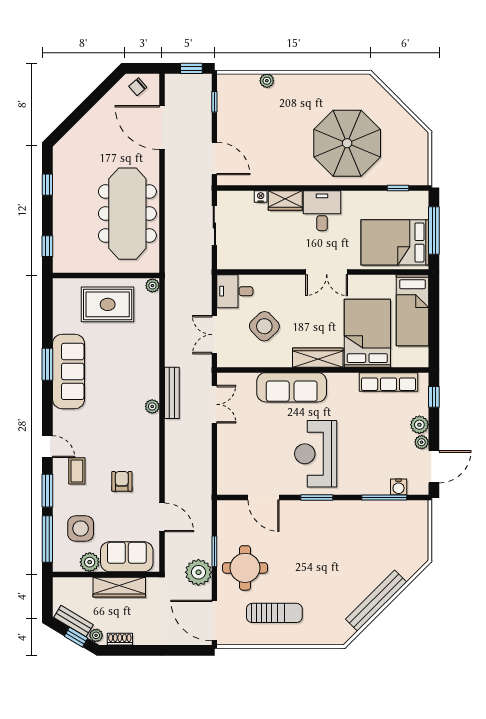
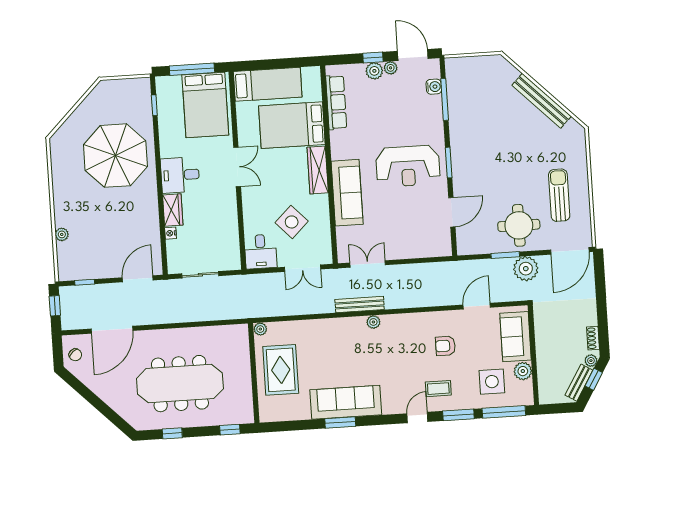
meeting table: (127, 214) -> (180, 384), moved
window: (434, 397) -> (373, 58), moved
wardrobe: (119, 587) -> (544, 342), removed

